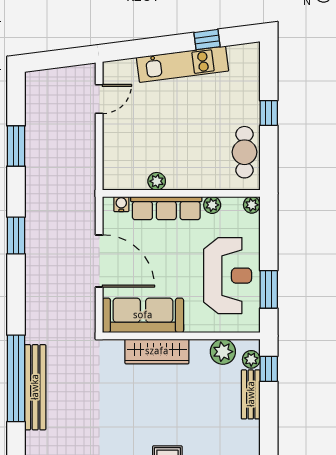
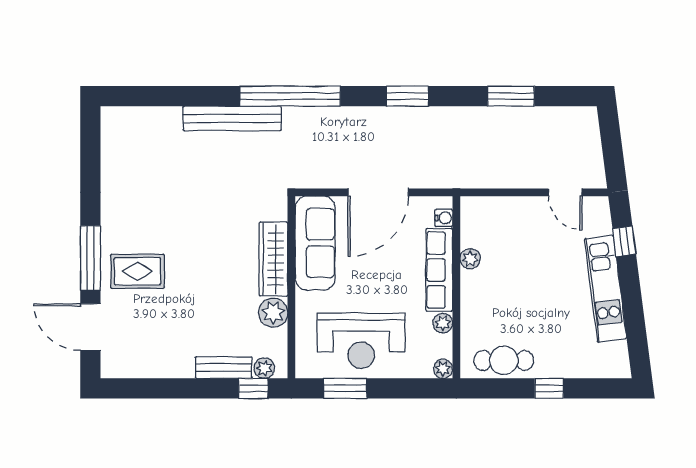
window: (207, 40) -> (624, 241), moved
plant: (223, 352) -> (273, 313), moved
window: (16, 378) -> (290, 96), moved

